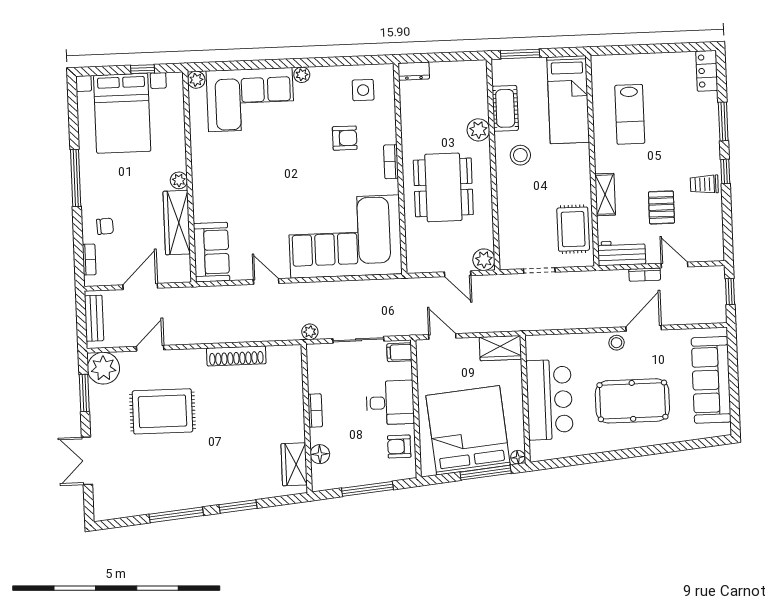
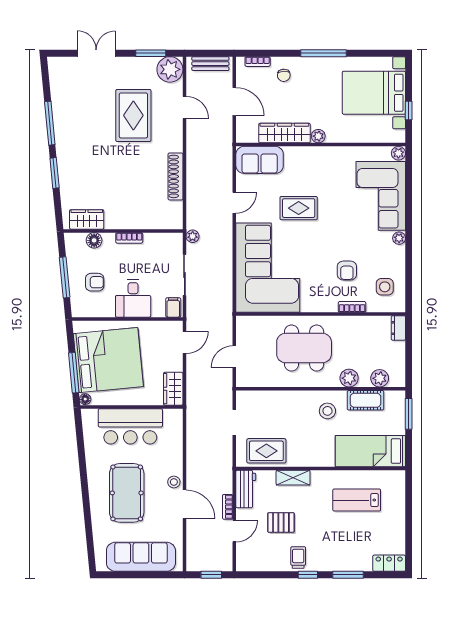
bookcase: (391, 162) -> (352, 307), moved
rug: (269, 201) -> (299, 208), added
plant: (484, 260) -> (380, 378), moved
armchair: (399, 447) -> (95, 282), moved, turned 90

